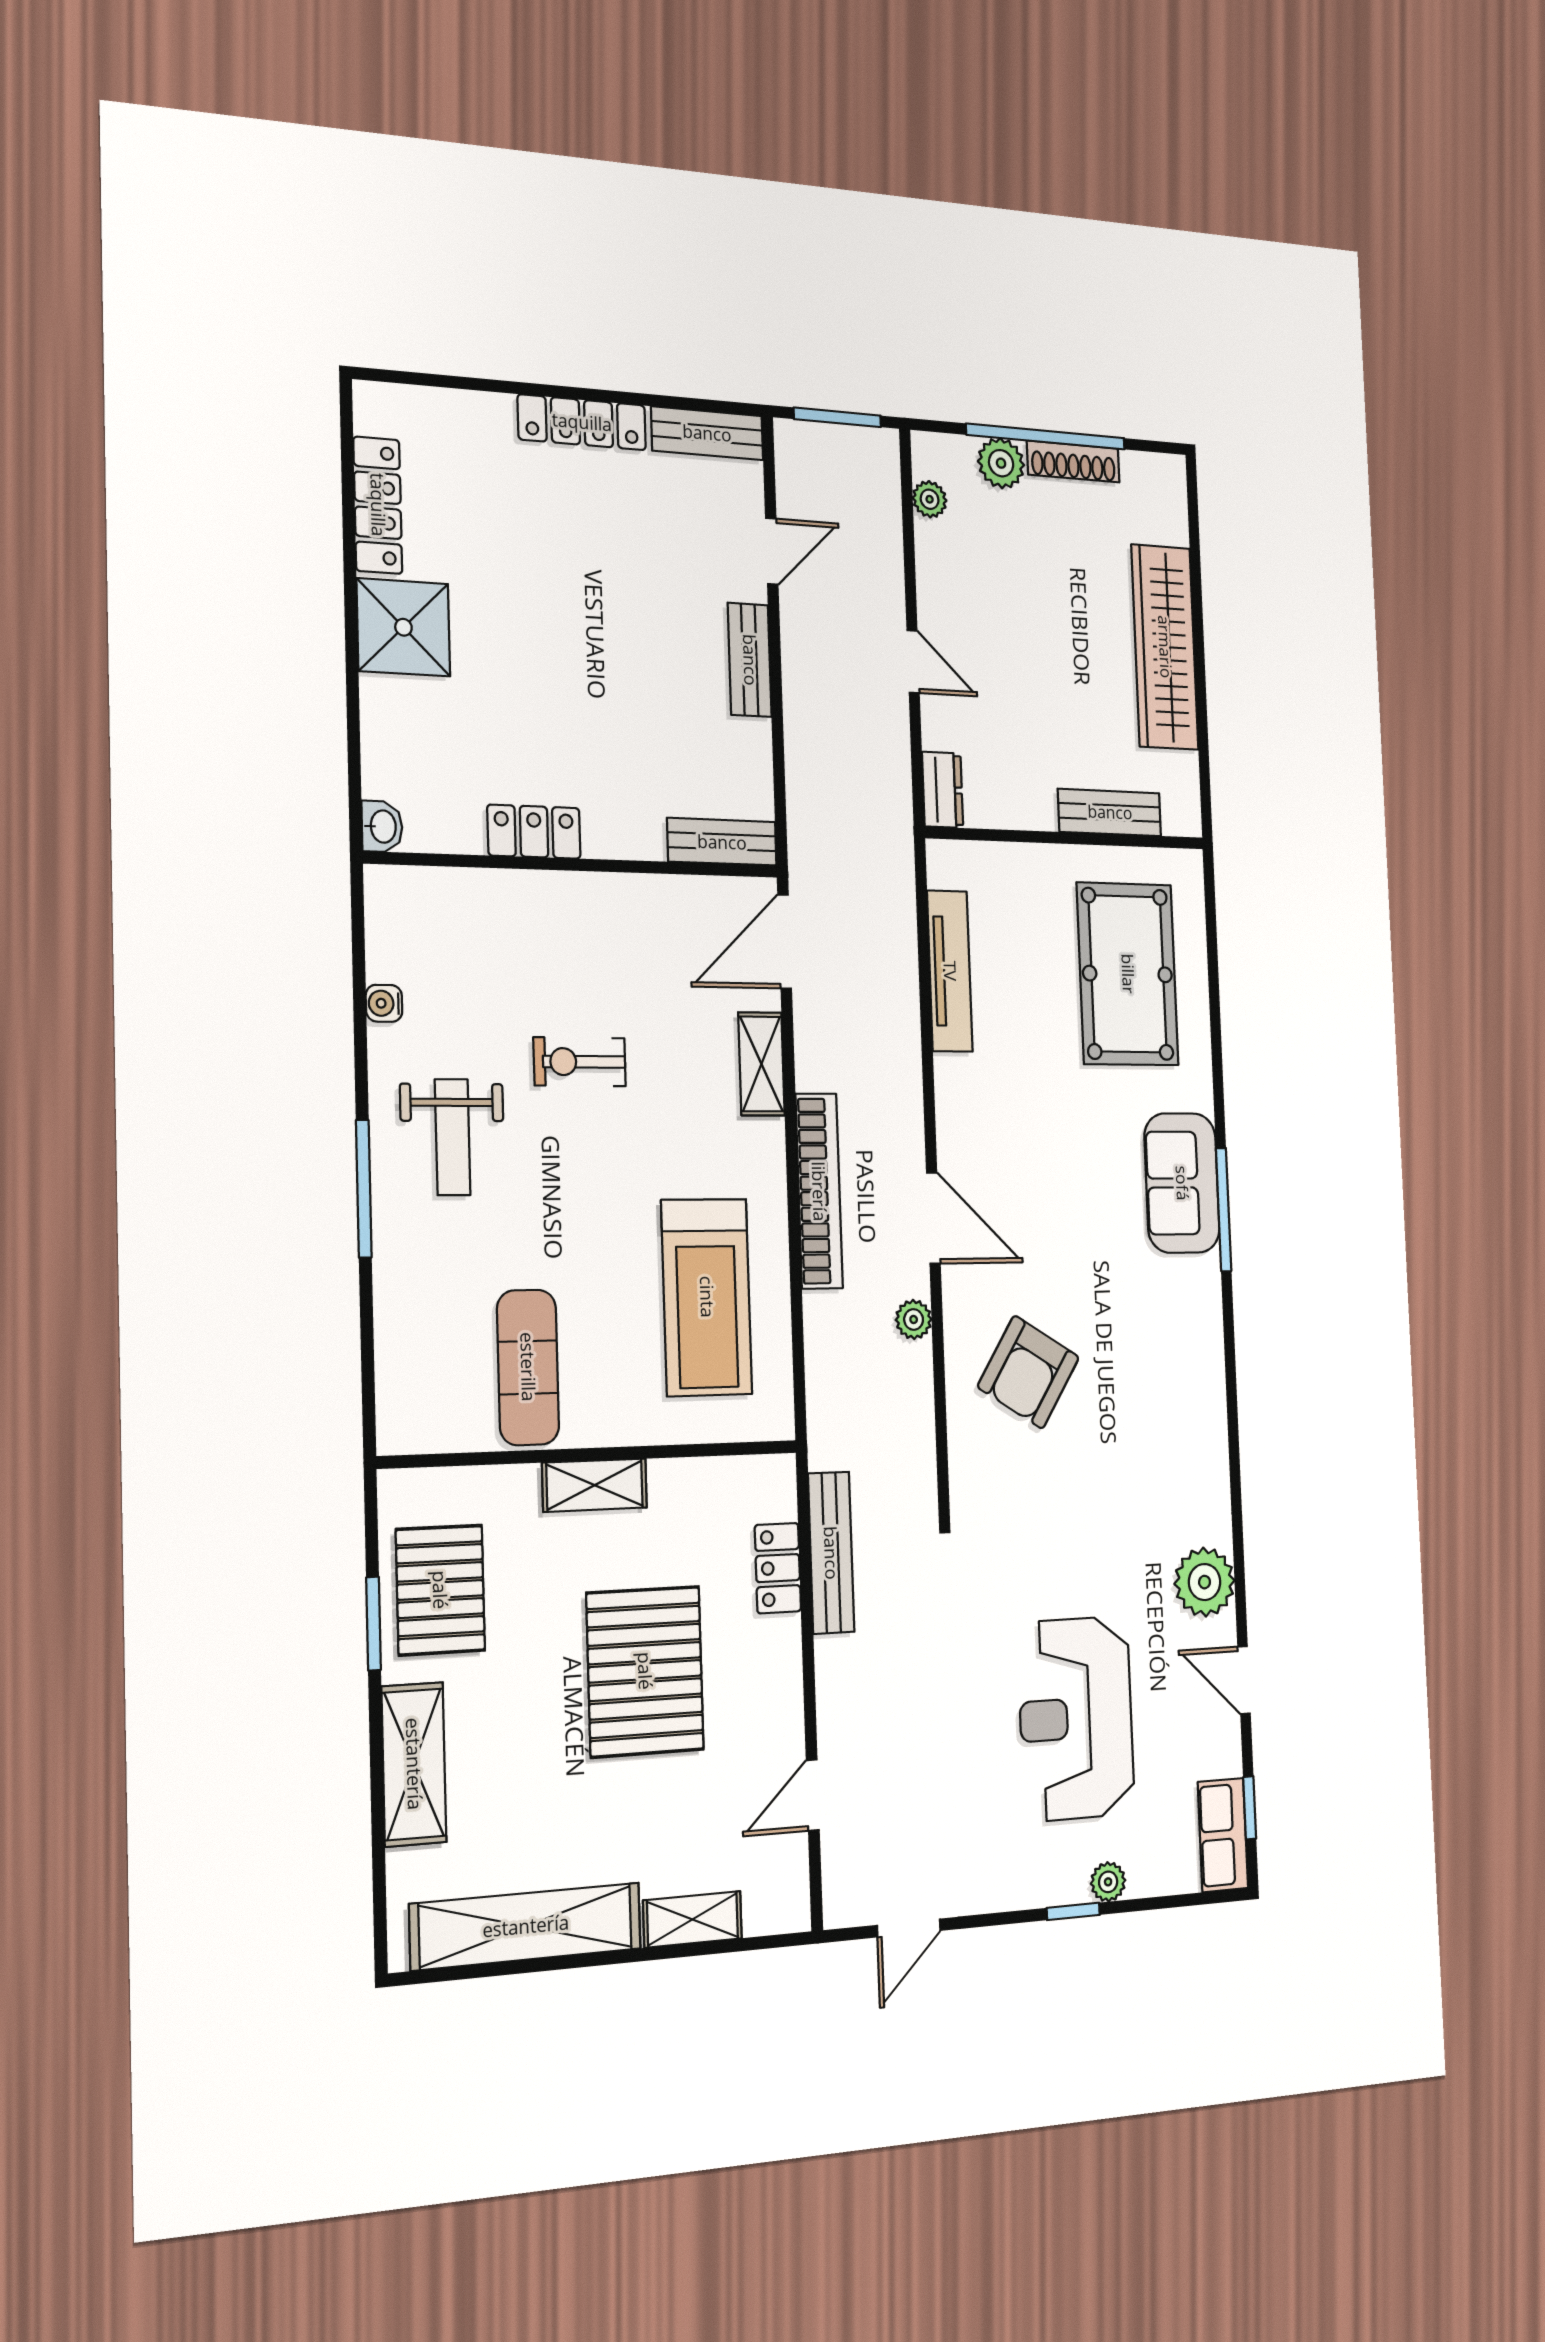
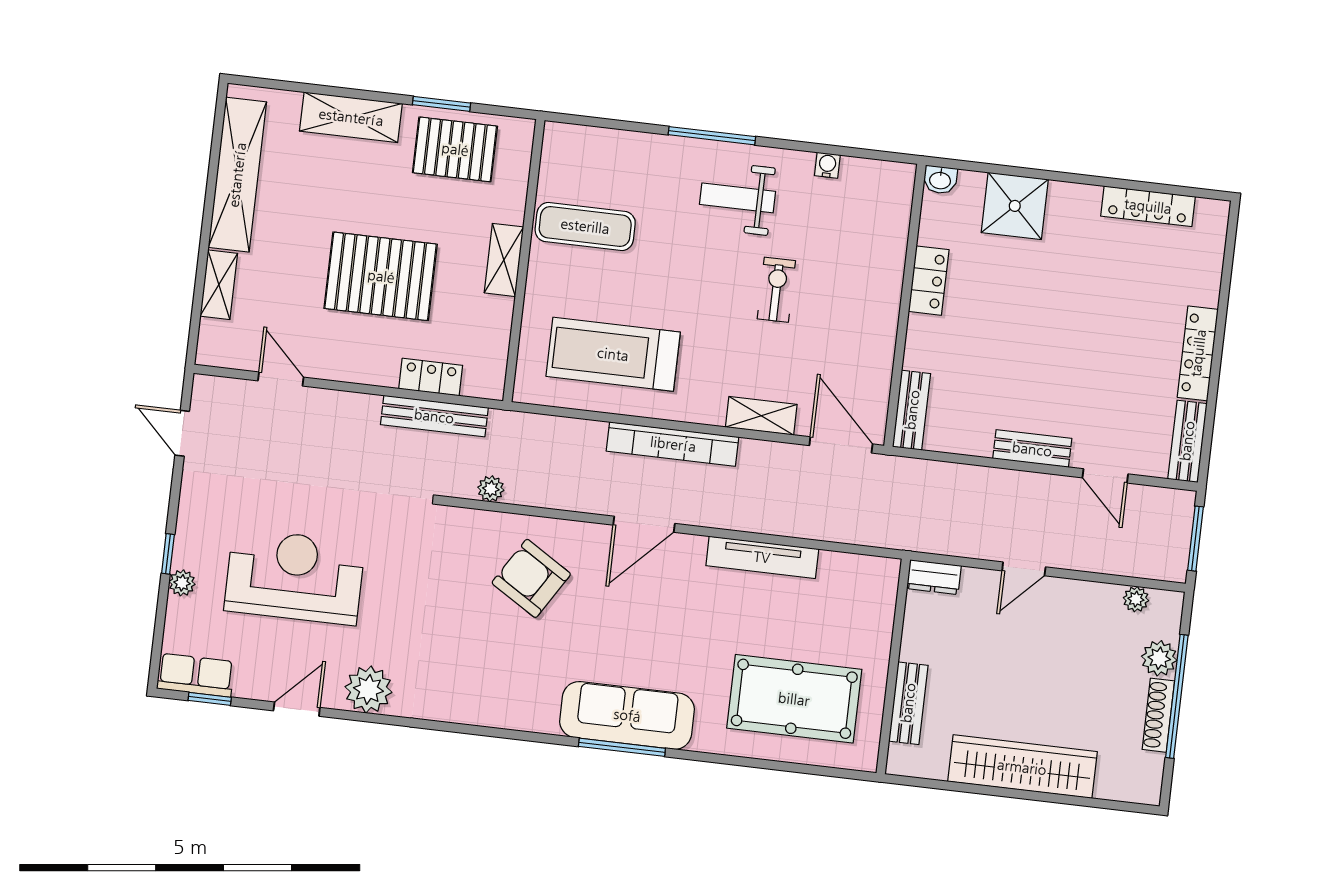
shower: (403, 627) -> (1015, 206), moved
tv unit: (950, 971) -> (762, 557), moved
sofa: (1182, 1183) -> (627, 715), width x1.36
plant: (914, 1319) -> (491, 489), moved

